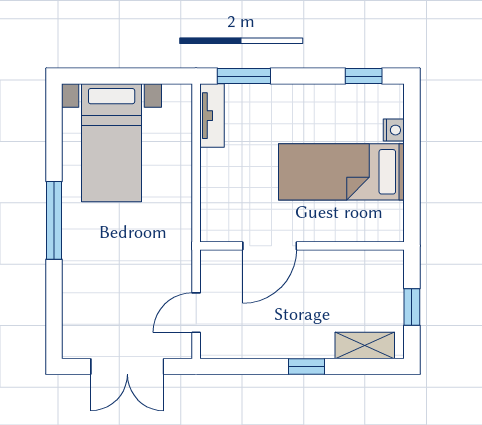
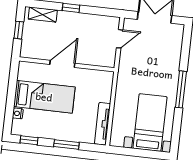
window: (244, 76) -> (66, 144), moved
tv unit: (212, 116) -> (102, 124), width x1.41
door: (270, 246) -> (62, 64), moved

